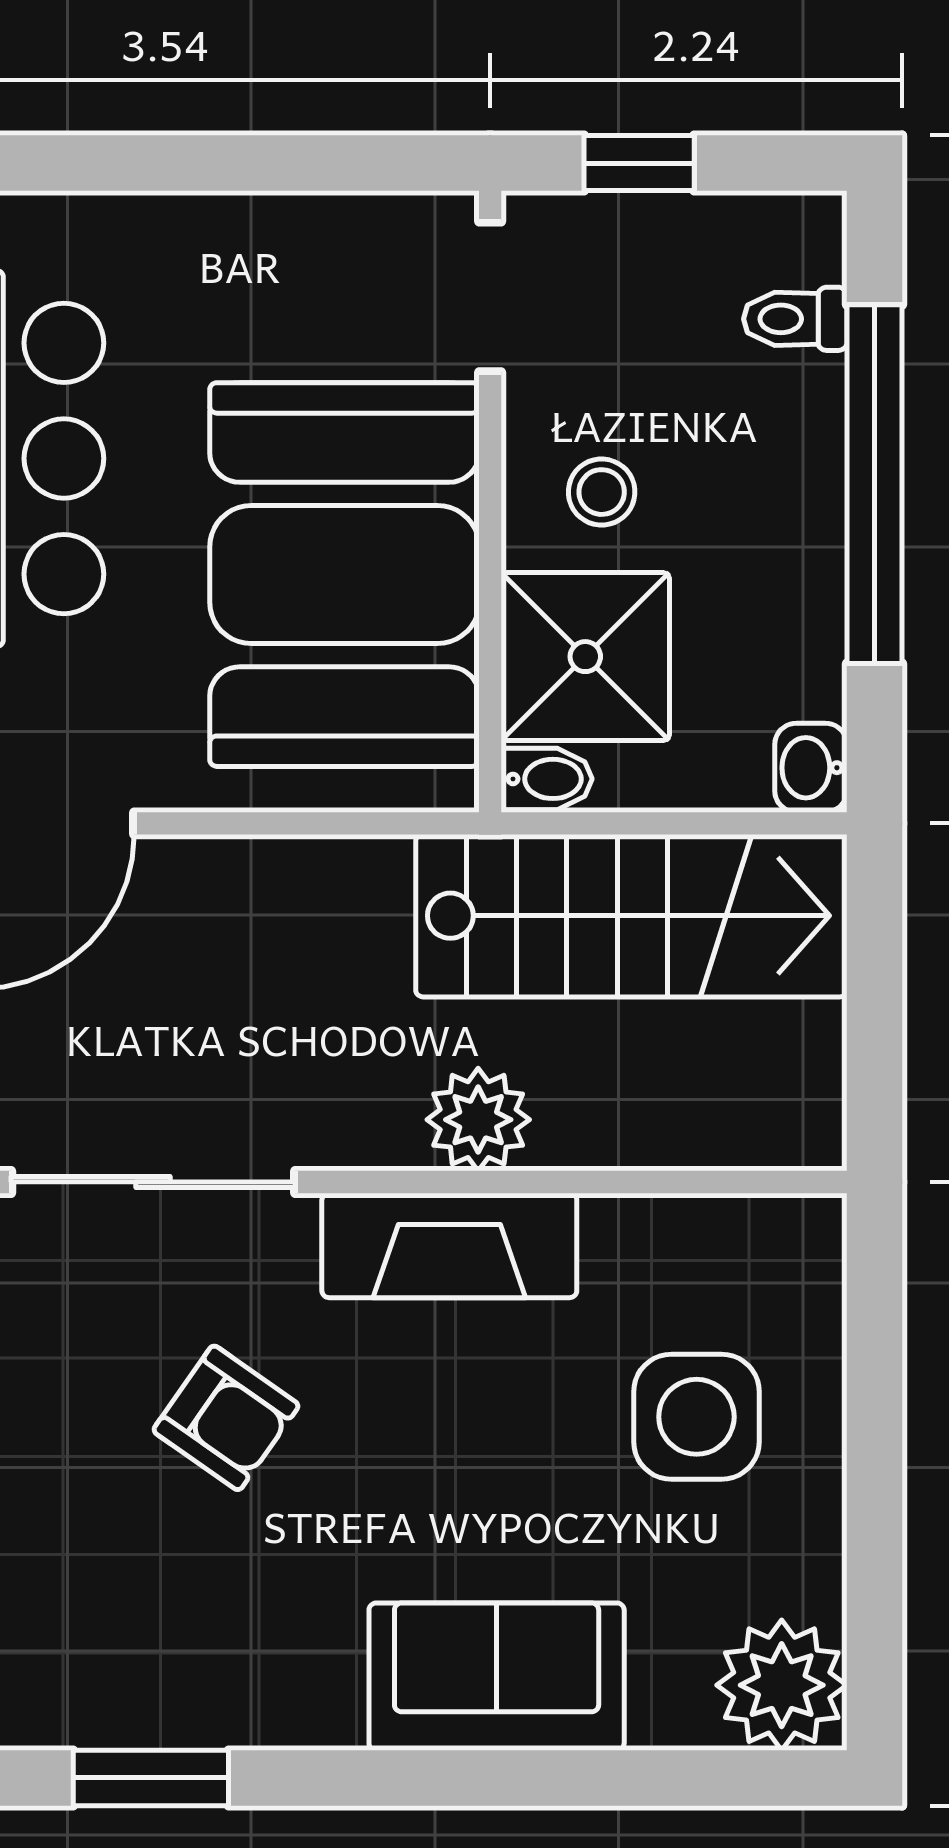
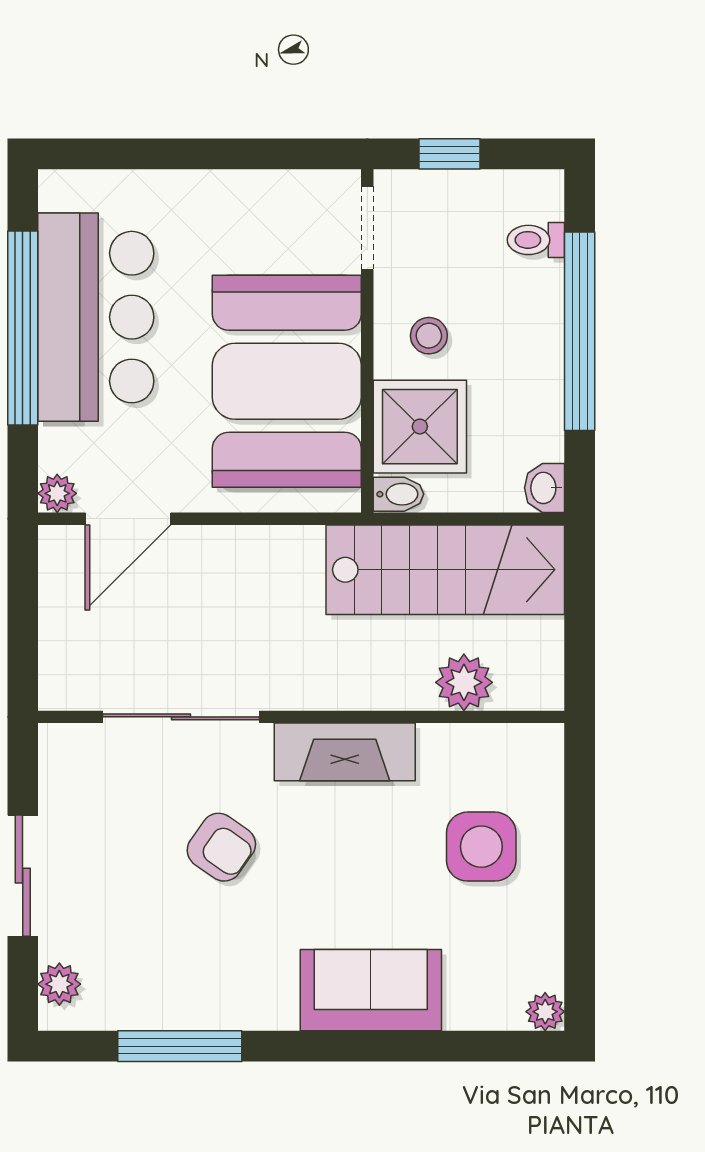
plant: (478, 1120) -> (464, 682), moved
plant: (782, 1685) -> (545, 1012), width x0.53, depth x0.53
window: (151, 1778) -> (180, 1046), width x1.44

